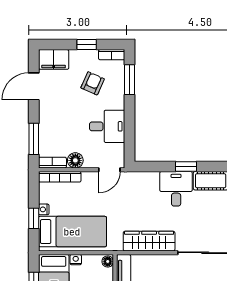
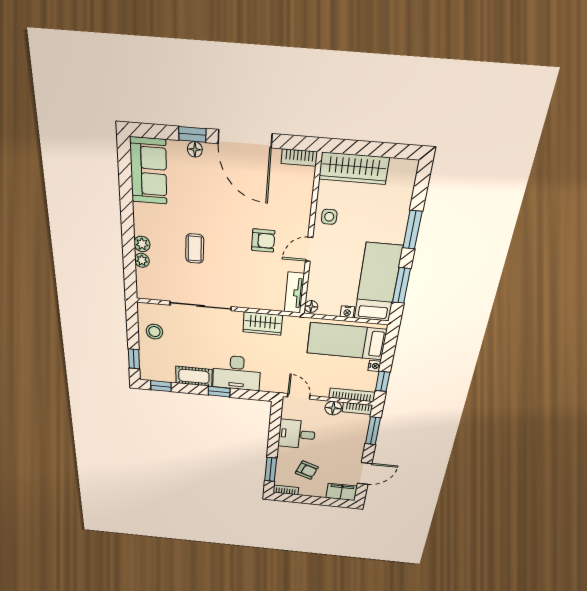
window: (87, 45) -> (308, 500), removed
armchair: (93, 83) -> (307, 470), turned -94
door: (109, 170) -> (299, 396), hinge flipped
desk: (176, 189) -> (237, 373), width x1.37
window: (34, 218) -> (383, 381), moved
wardrobe: (149, 241) -> (263, 324), width x0.67

